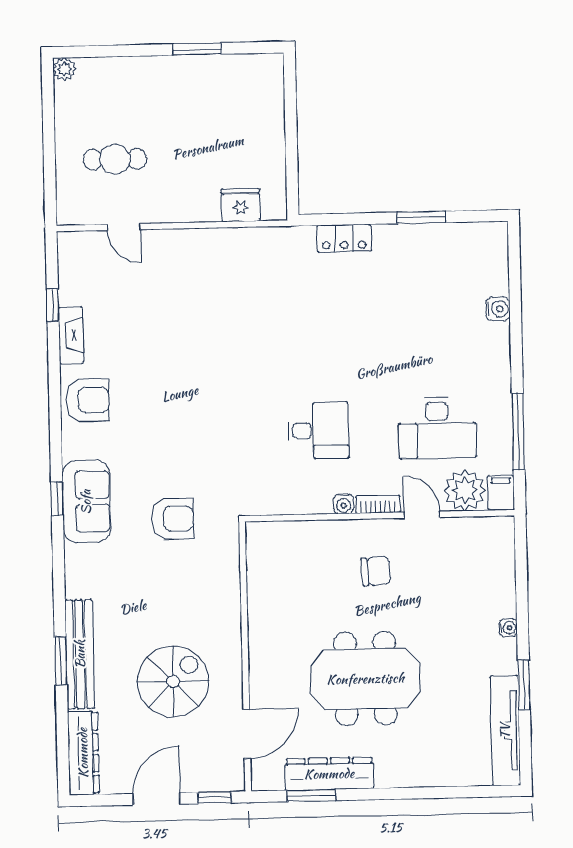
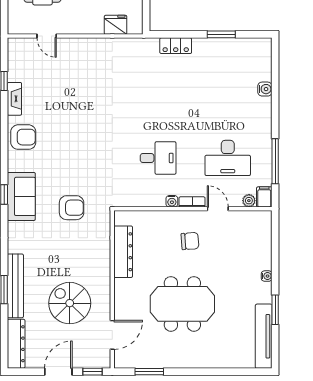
plant: (465, 490) -> (249, 201), width x0.53, depth x0.53
spiral stairs: (173, 681) -> (70, 303), turned -90
dresser: (329, 774) -> (123, 252), moved, turned 90

